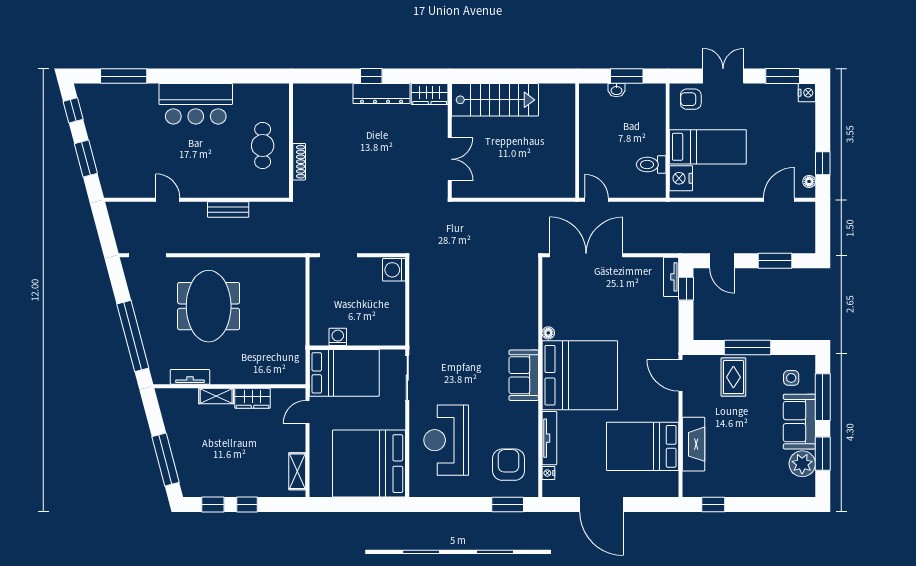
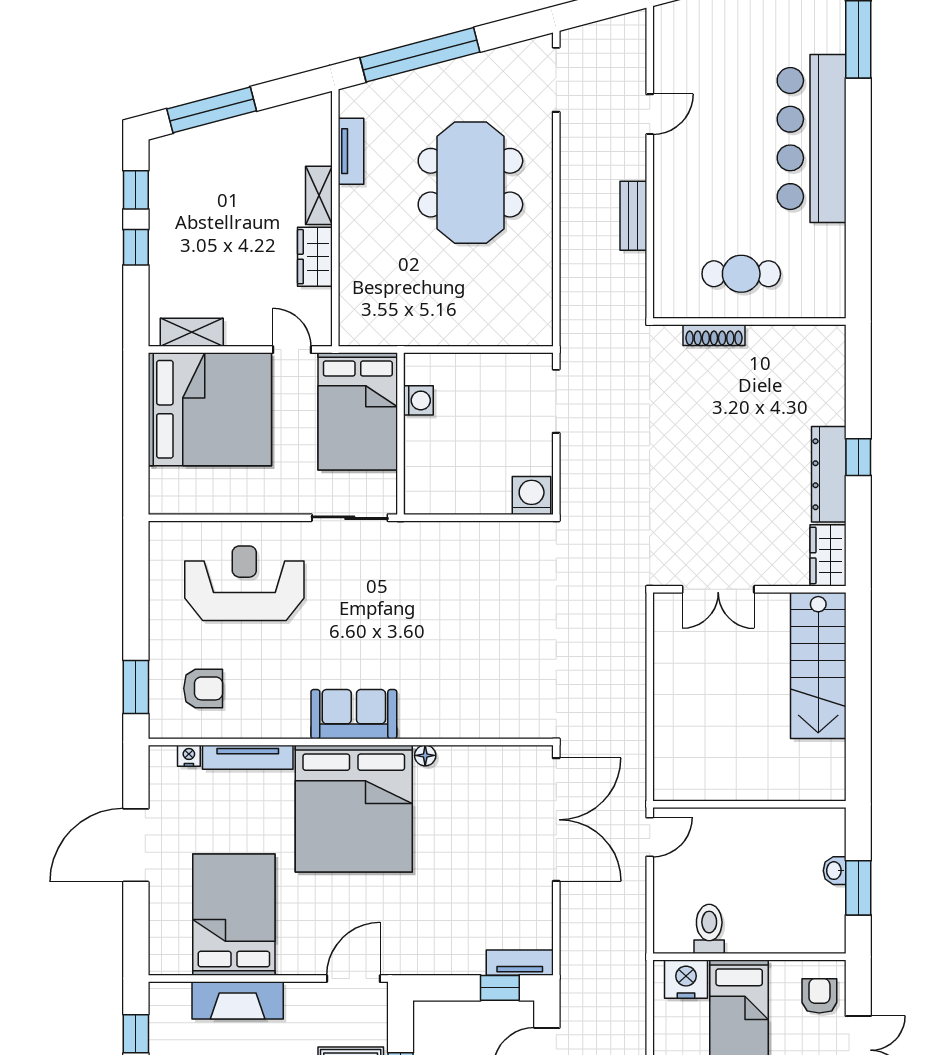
bar counter: (196, 104) -> (812, 139), width x1.36
meeting table: (209, 306) -> (470, 183), turned 90
bed: (369, 464) -> (210, 409), moved, turned 90
armchair: (509, 465) -> (203, 688), width x0.72, depth x0.72

